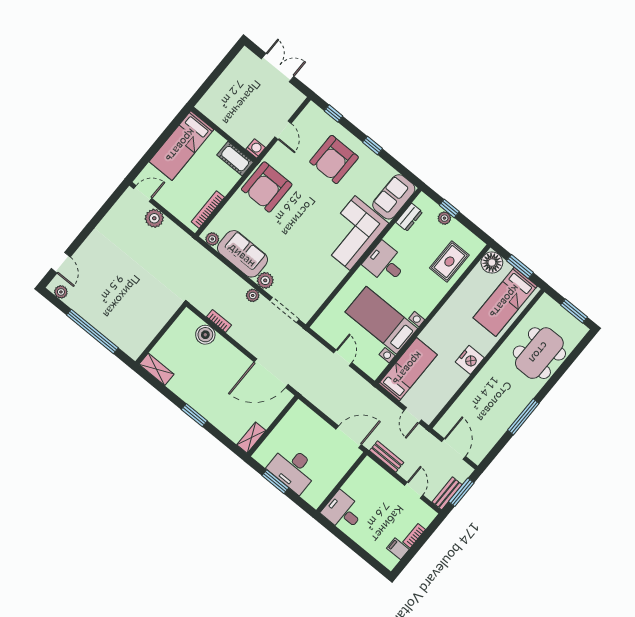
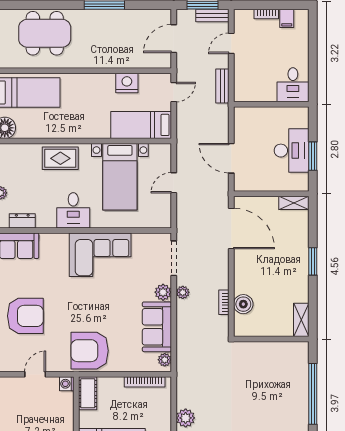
armchair: (267, 187) -> (90, 351), turned 180
corner sofa: (352, 233) -> (100, 255), moved
rug: (449, 262) -> (60, 158), moved
nightstand: (470, 360) -> (127, 83), moved
door: (349, 437) -> (231, 158), moved

